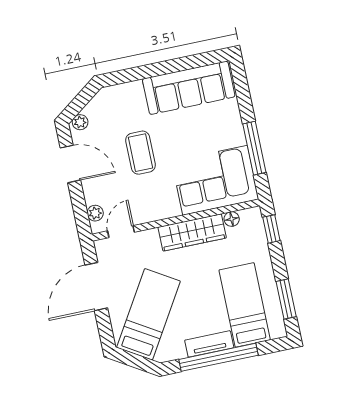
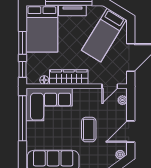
window: (254, 148) -> (22, 118), width x1.46
door: (70, 164) -> (131, 132), hinge flipped
window: (286, 299) -> (22, 43), moved
bed: (245, 305) -> (42, 29), width x1.50

